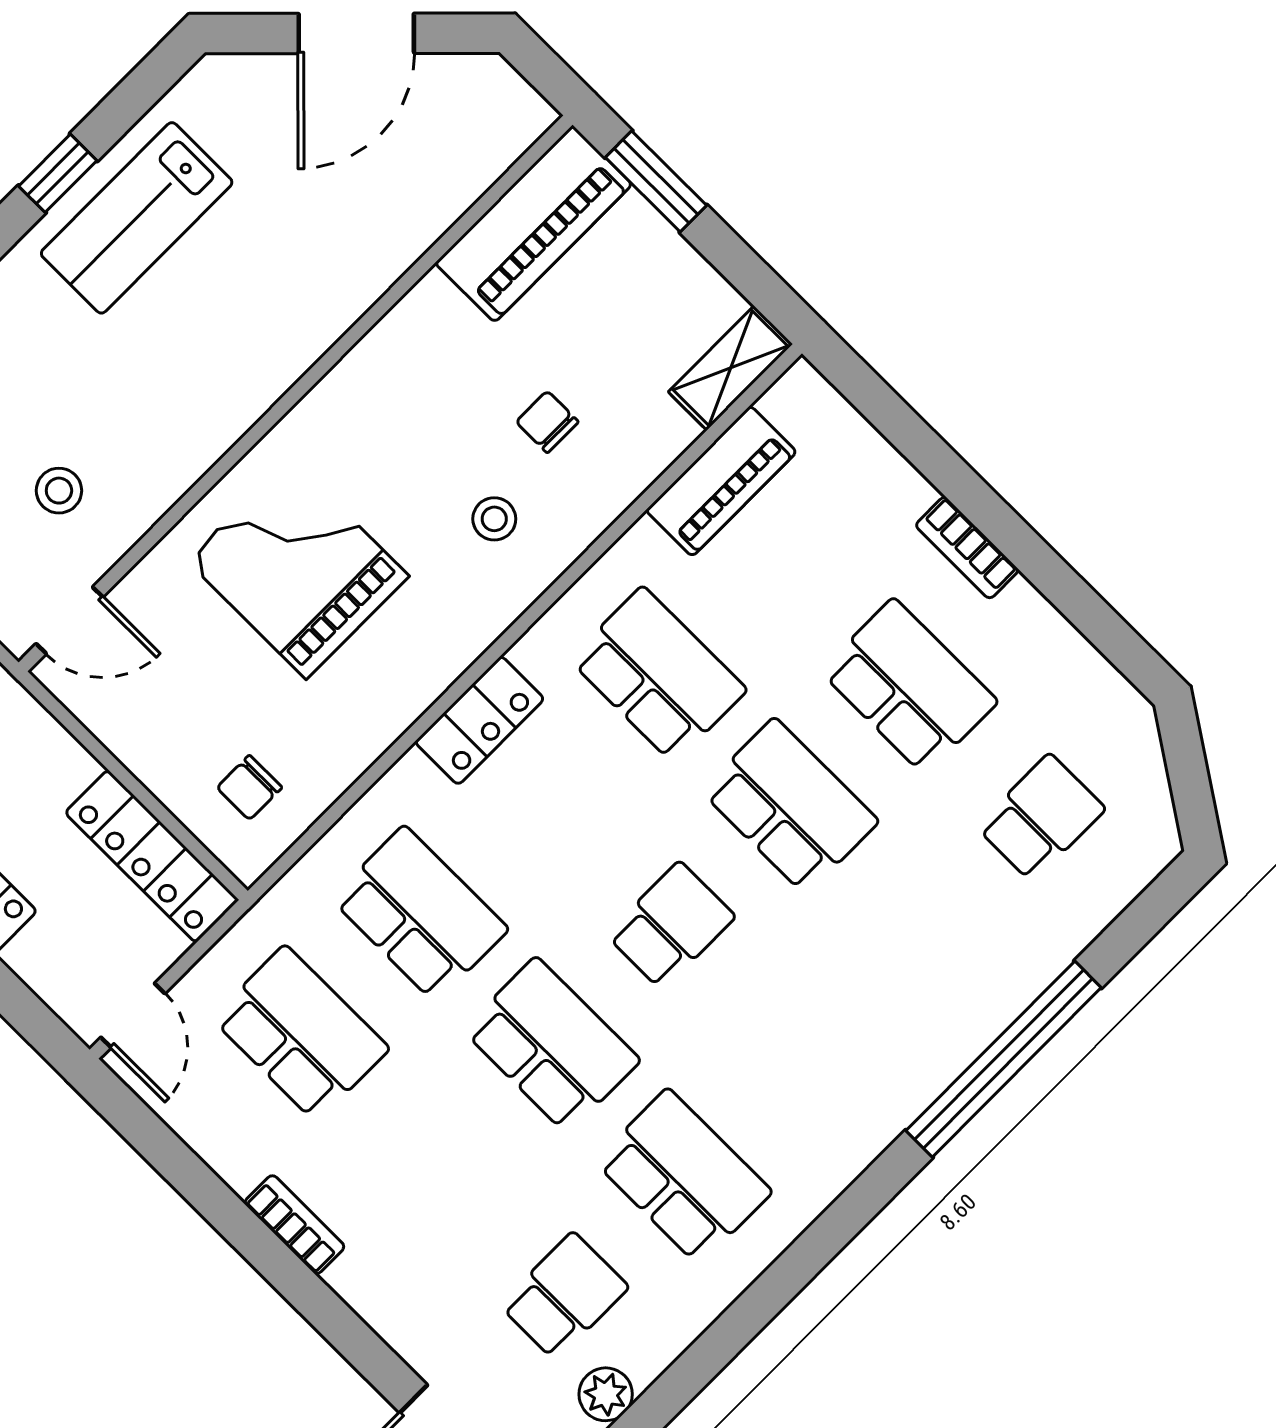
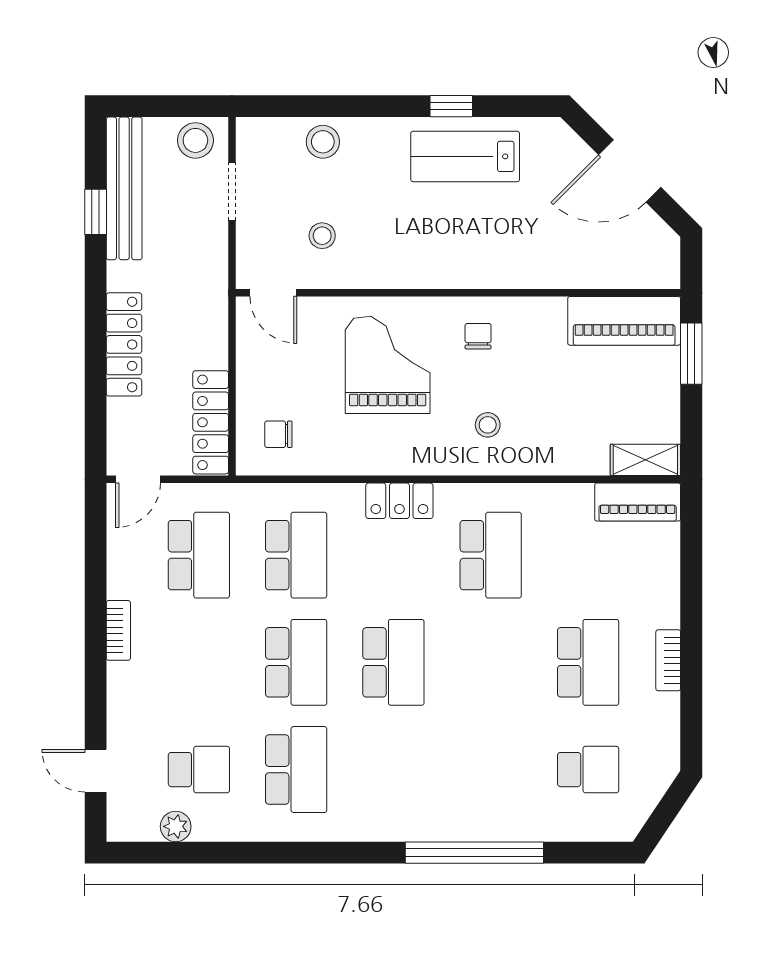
chair: (547, 422) -> (478, 336), moved
piano: (721, 481) -> (638, 502), moved
bookcase: (967, 548) -> (668, 660), moved
school desk: (790, 806) -> (491, 662), removed
school desk: (671, 926) -> (393, 662), width x1.85

